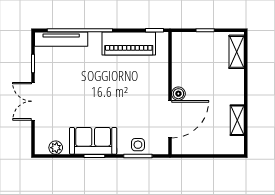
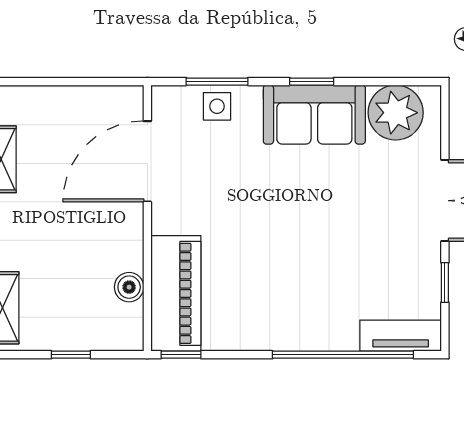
tv unit: (61, 39) -> (401, 336), width x0.71
piano: (129, 43) -> (176, 293), moved, turned 90
boiler: (178, 94) -> (129, 287), moved
plant: (56, 148) -> (396, 113), width x1.88, depth x1.88

